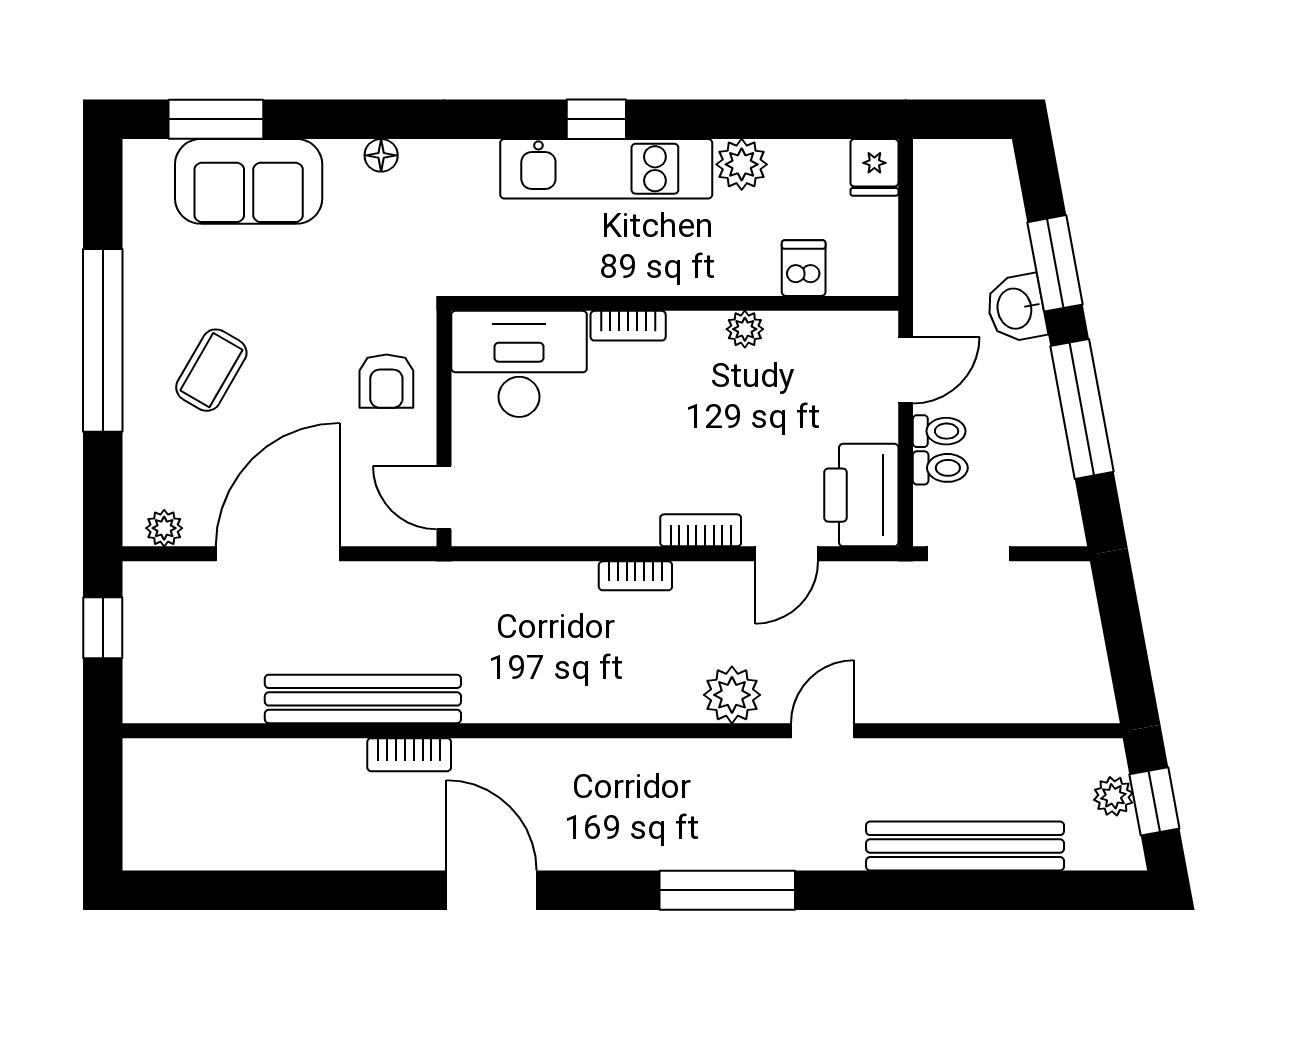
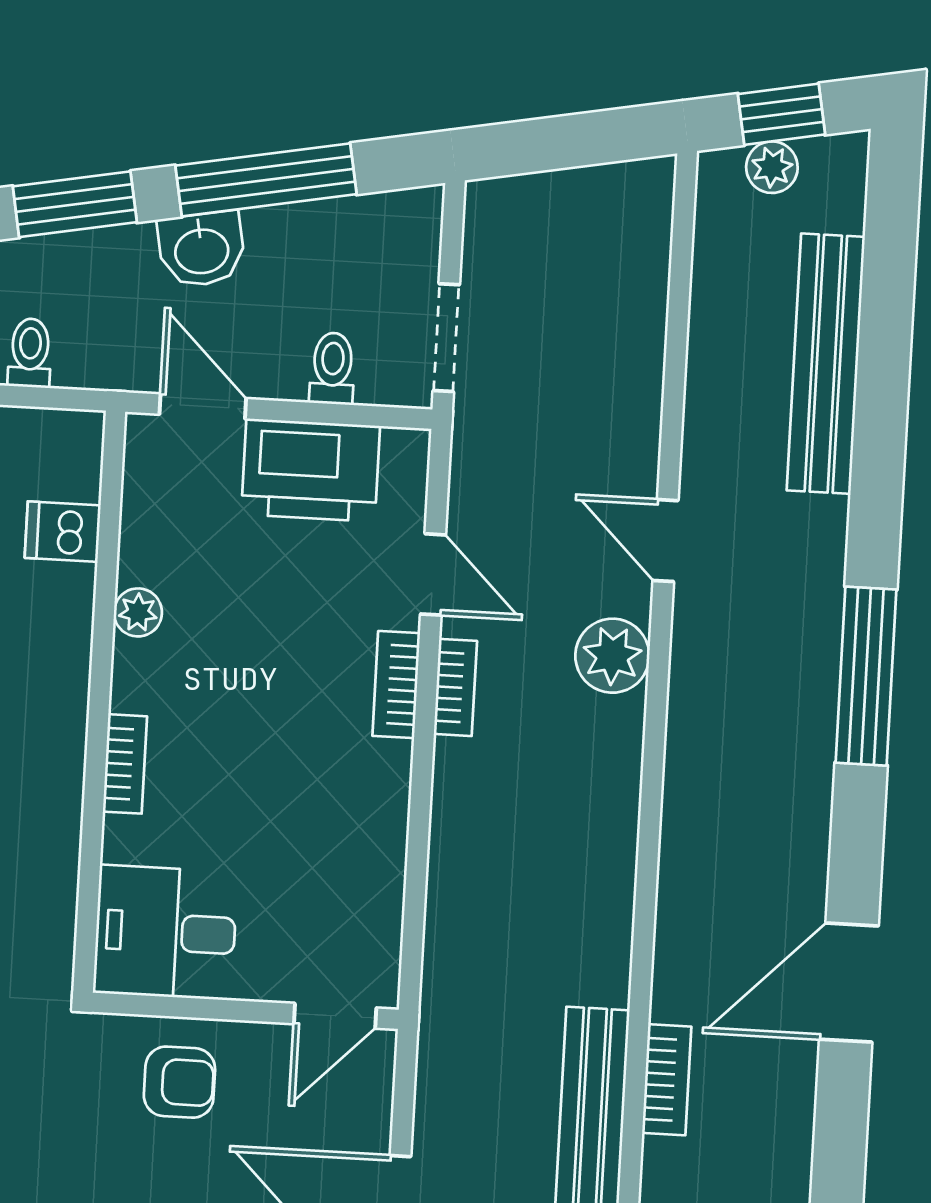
washbasin: (1016, 308) -> (202, 249), moved
desk: (519, 364) -> (165, 932), width x0.73
toilet: (939, 431) -> (30, 353), moved
printer: (861, 495) -> (311, 470), moved
bookcase: (635, 576) -> (455, 687), moved

